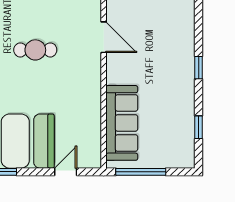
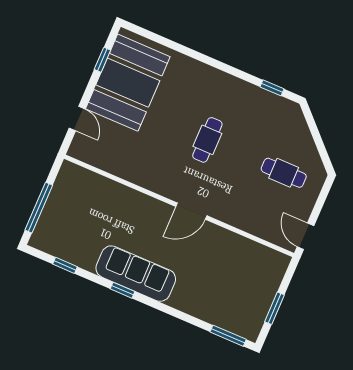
sofa: (122, 123) -> (136, 274), moved, turned 180
window: (141, 172) -> (39, 208), moved

